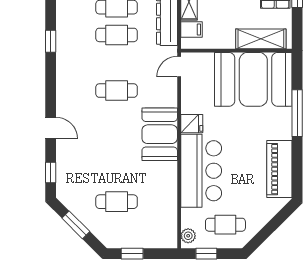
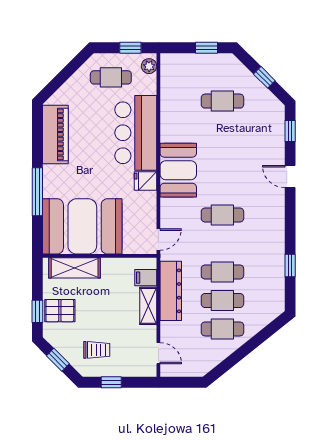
window: (76, 225) -> (264, 77), width x0.67

